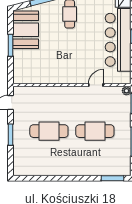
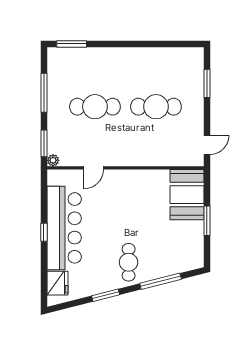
booth: (26, 30) -> (187, 195), moved
window: (11, 135) -> (207, 83), moved

